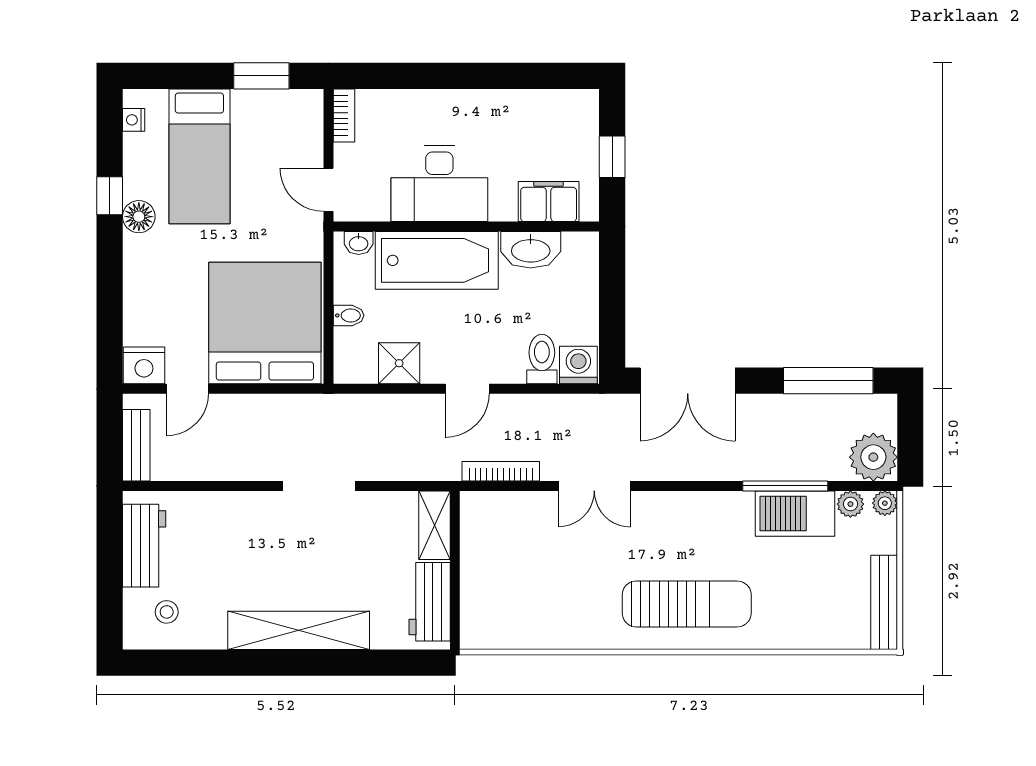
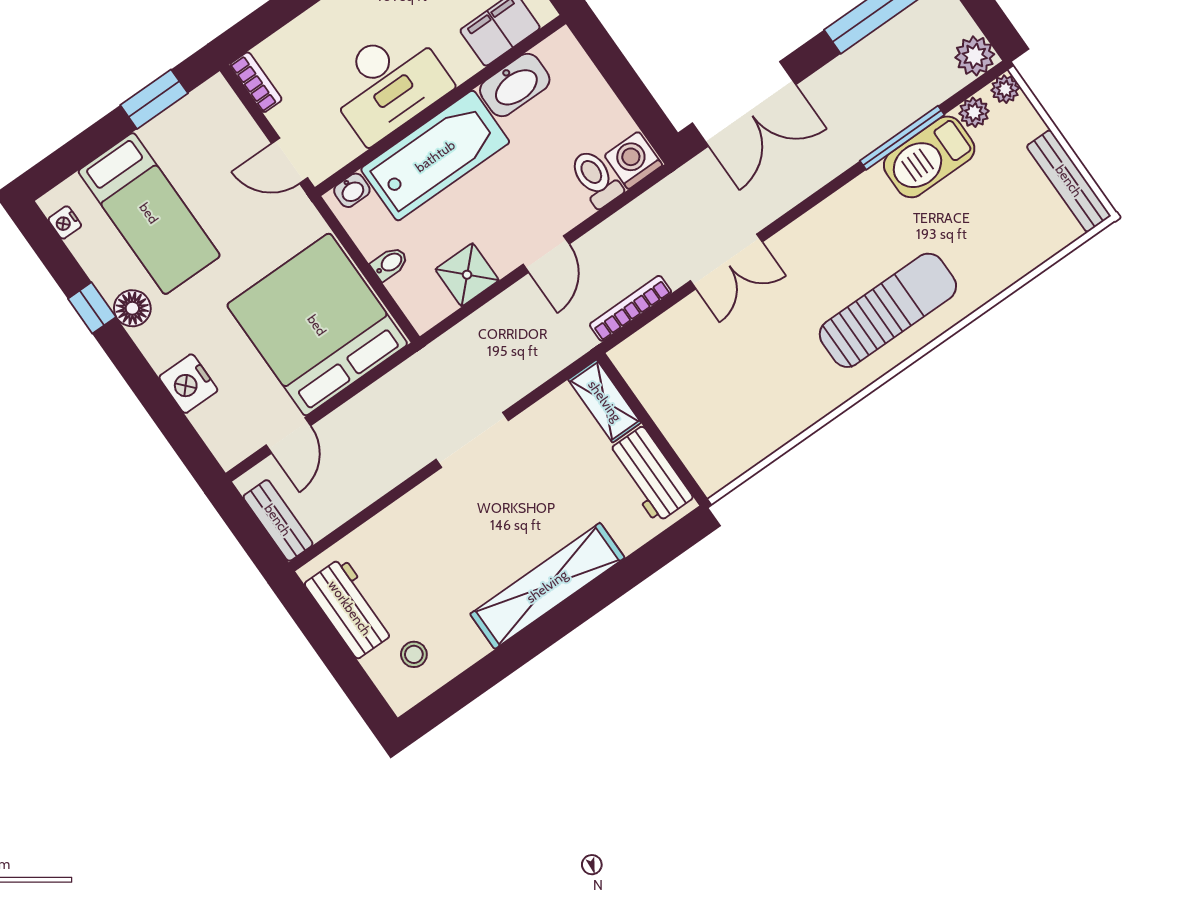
nightstand: (144, 365) -> (188, 384), moved, turned 90
plant: (873, 457) -> (975, 56), width x0.73, depth x0.73

